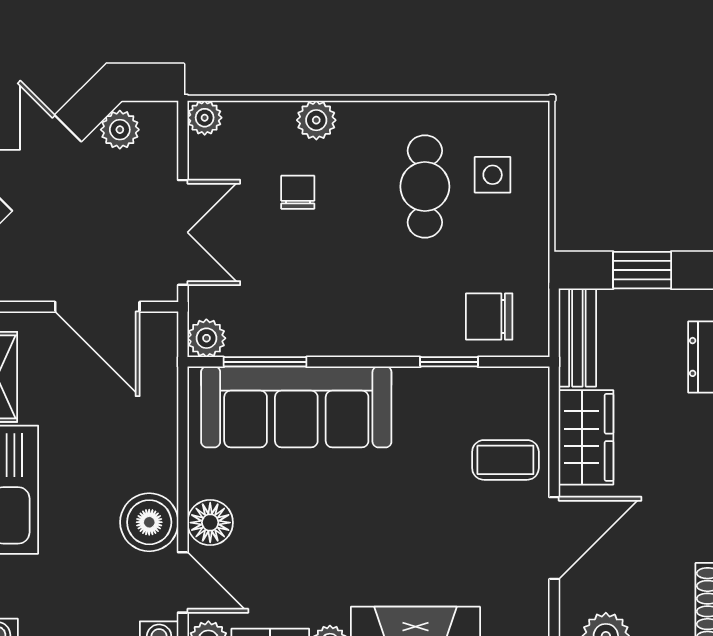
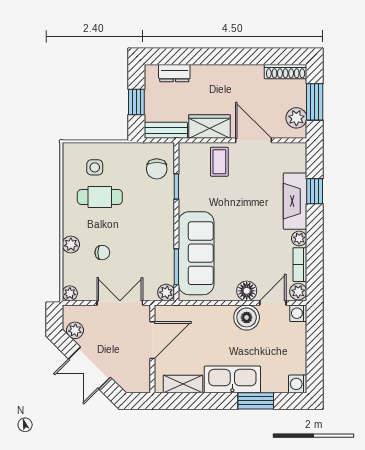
chair: (298, 192) -> (102, 253), turned 180

